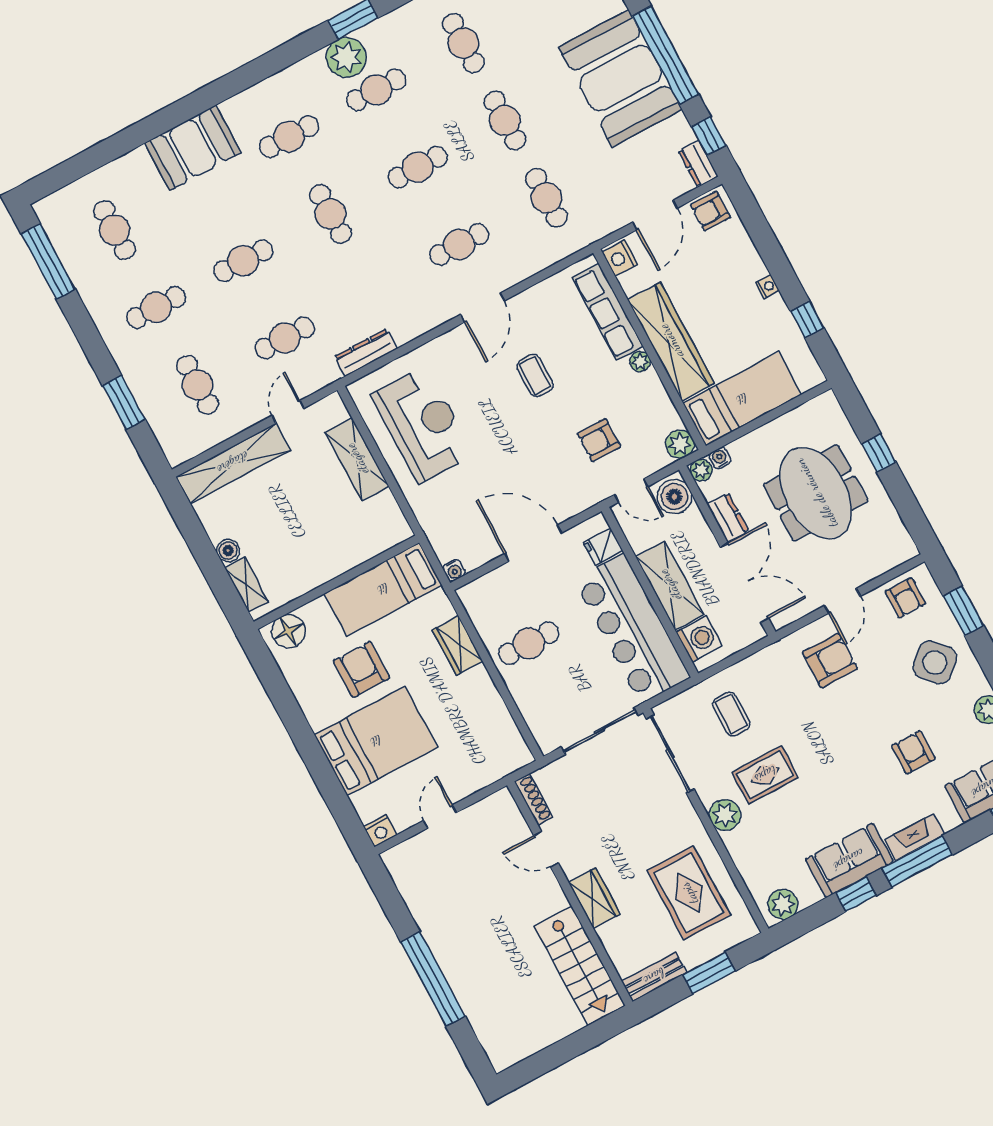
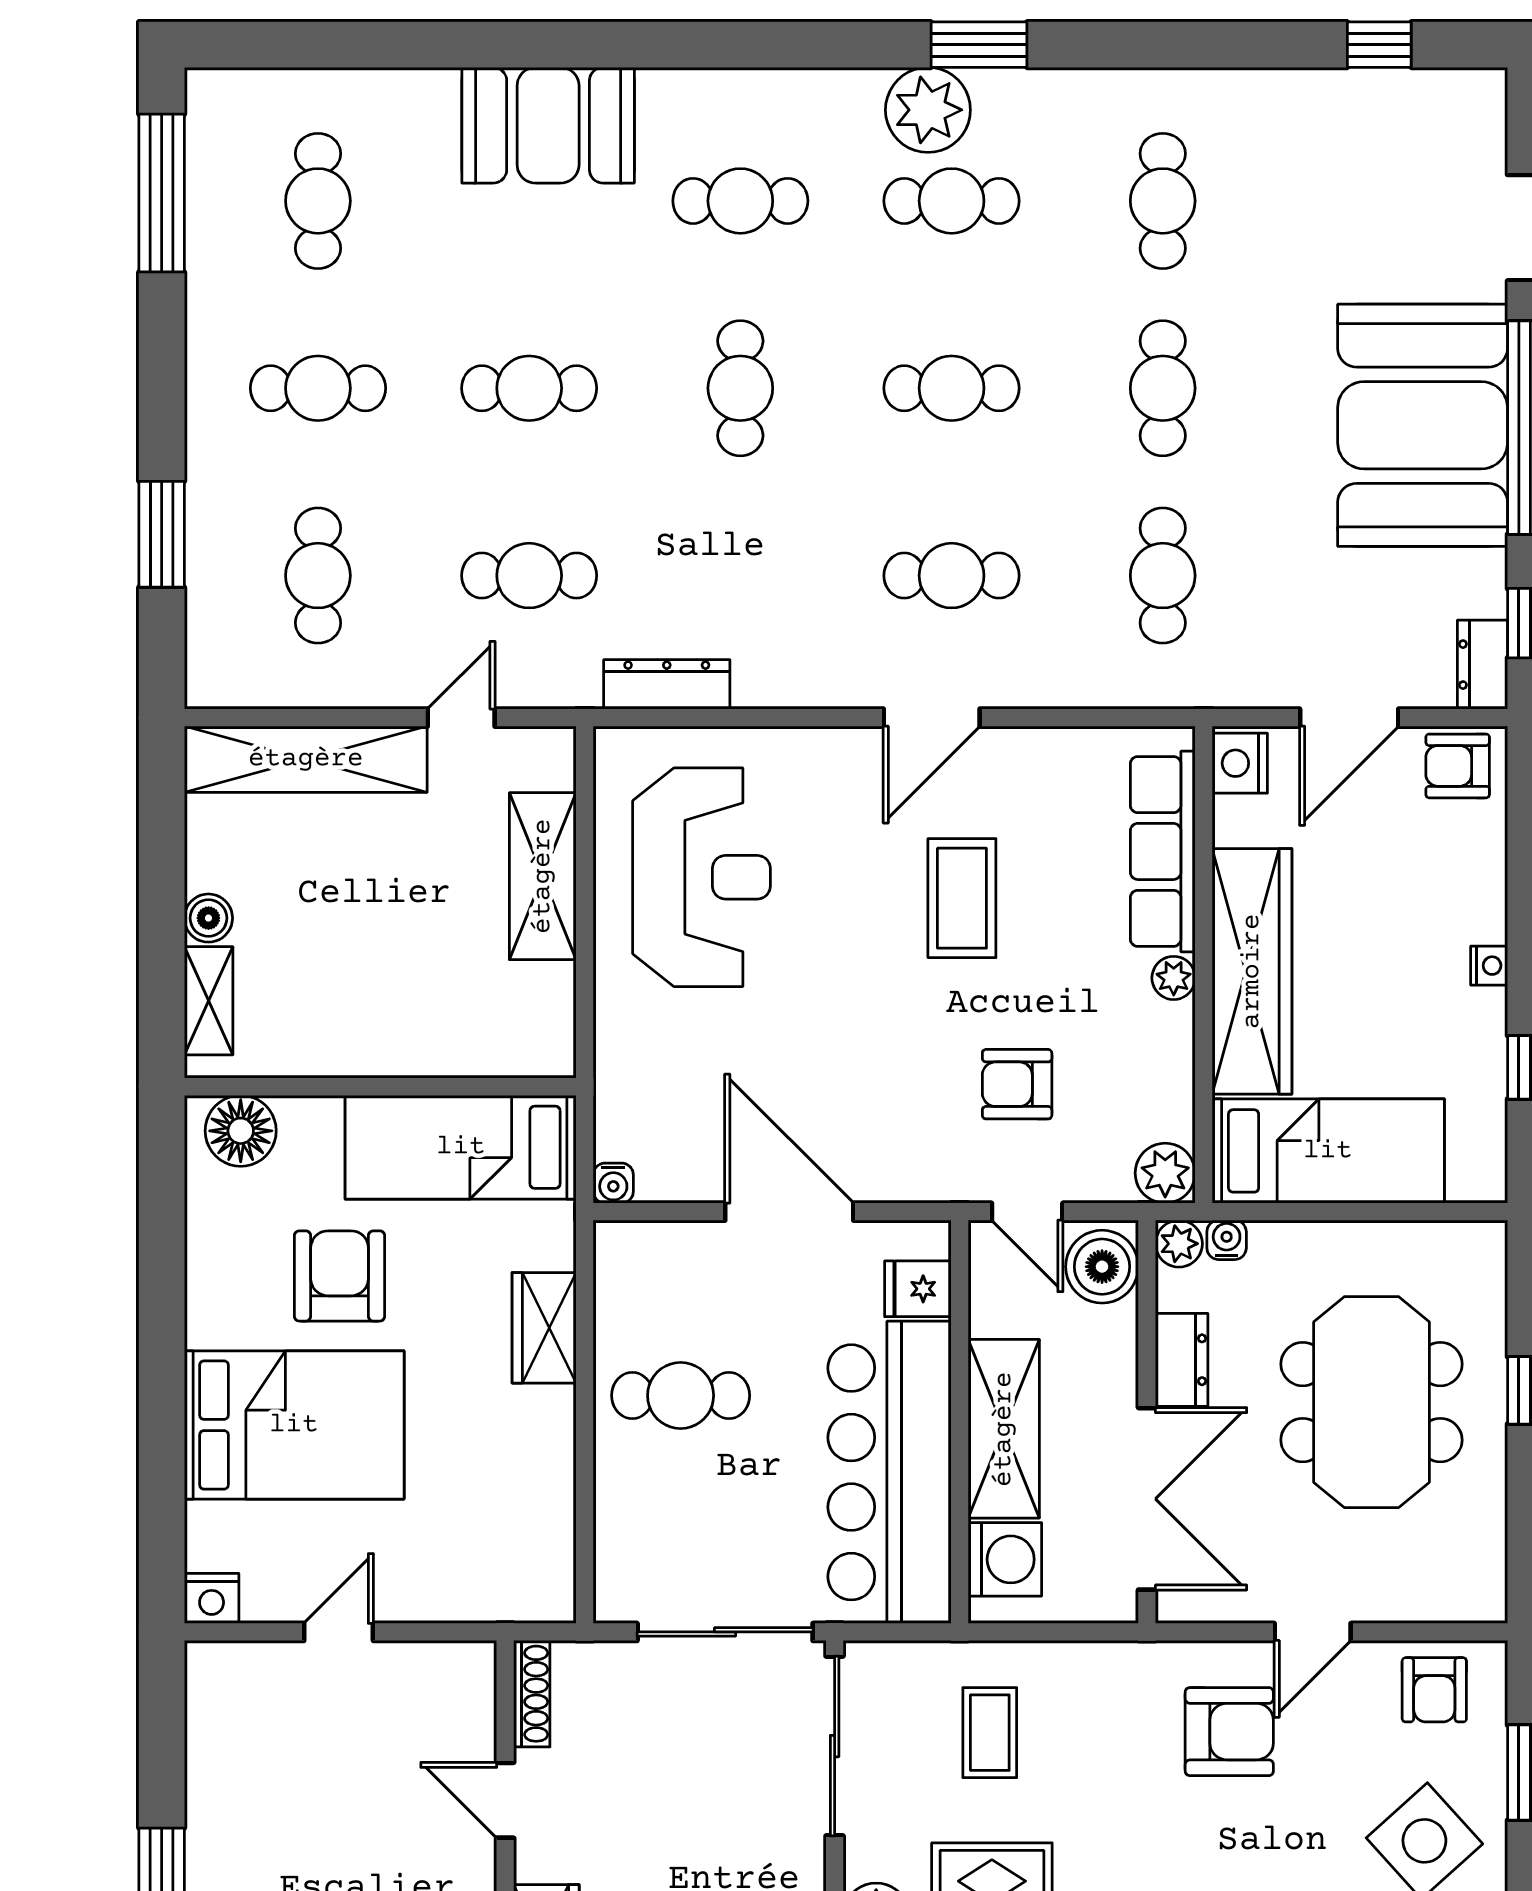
coffee table: (535, 375) -> (962, 898), width x1.36, depth x1.30

